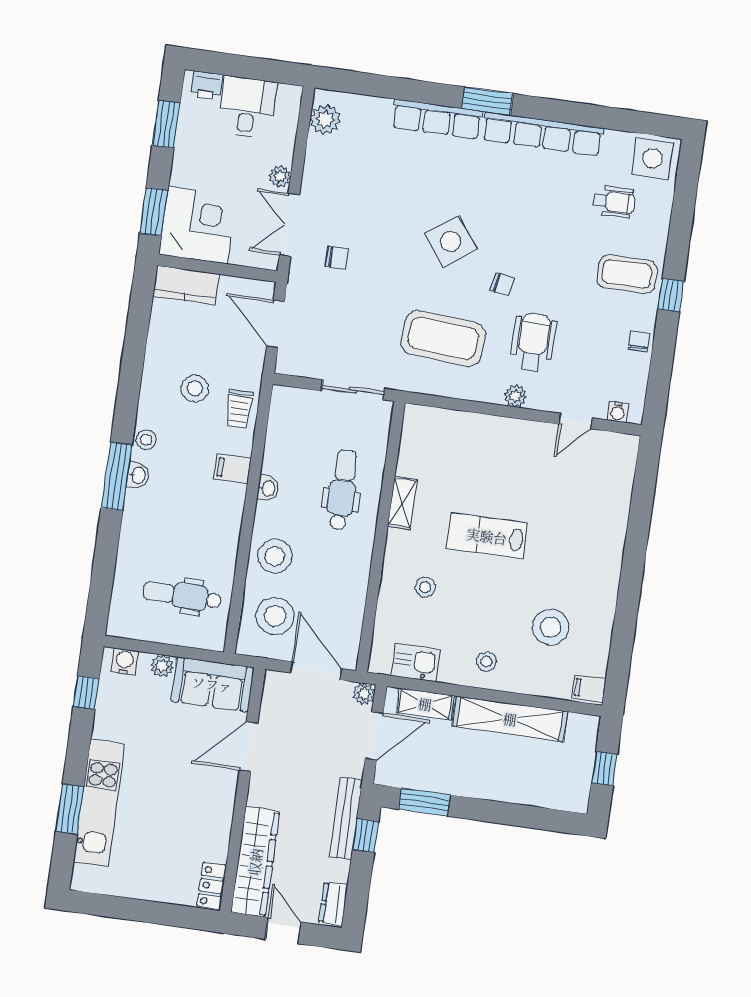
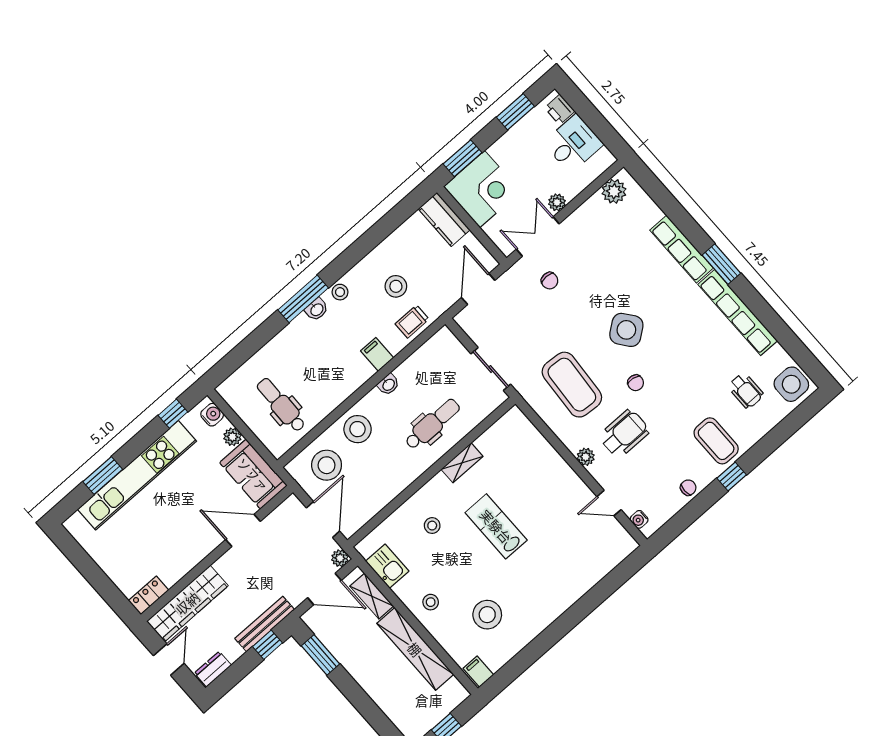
kitchen unit: (99, 803) -> (137, 475), width x1.36

